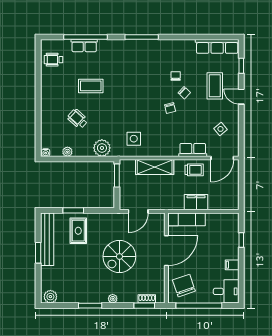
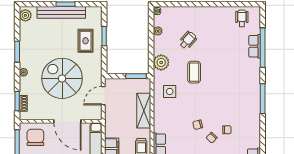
coffee table: (91, 86) -> (194, 72), moved
door: (138, 211) -> (103, 96), hinge flipped
rug: (78, 231) -> (86, 41), turned 90
bench: (47, 239) -> (61, 12), moved
spiral stairs: (119, 257) -> (62, 78), width x1.37, depth x1.37
chair: (184, 286) -> (35, 137), turned -71

